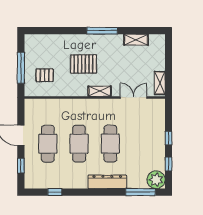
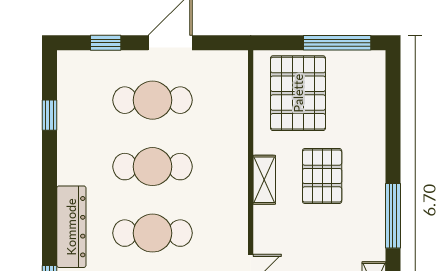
window: (21, 68) -> (337, 43), moved
pallet: (45, 75) -> (298, 93), width x2.05, depth x2.00
shelving: (100, 91) -> (264, 180), moved

